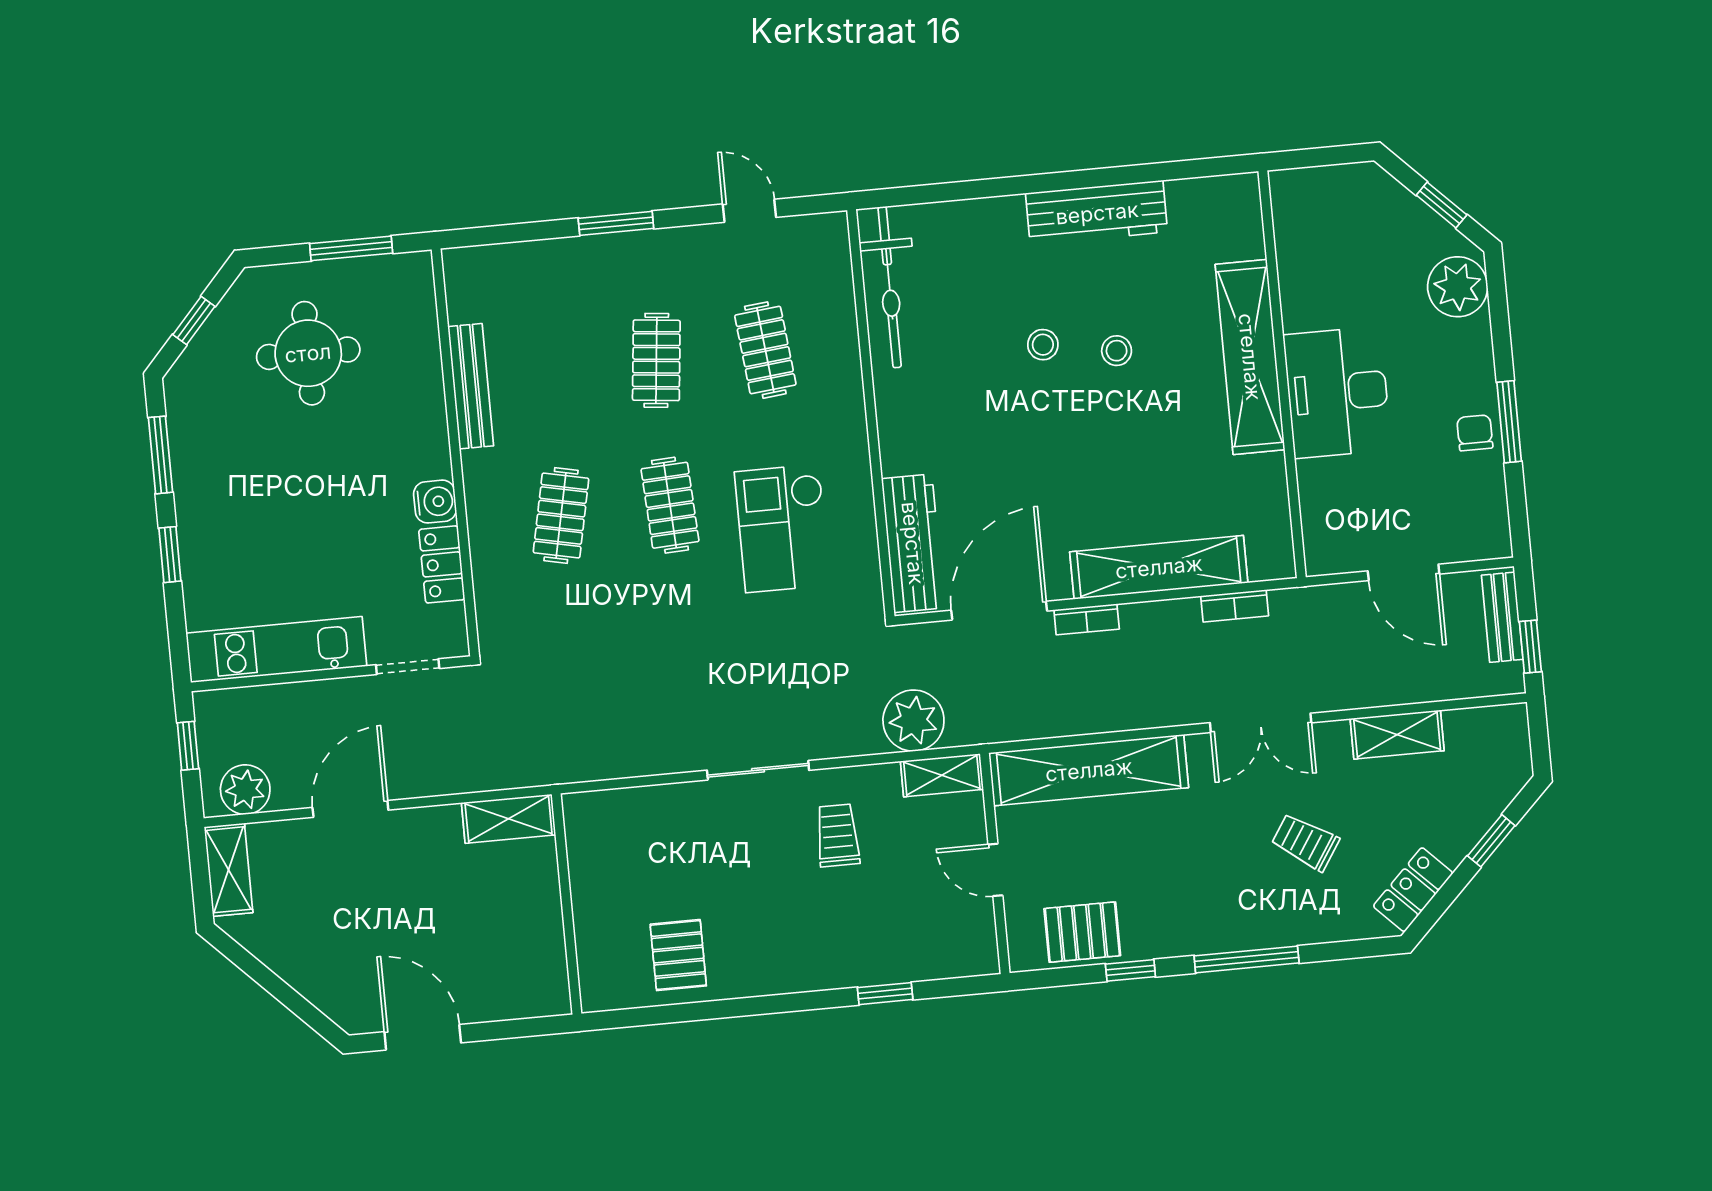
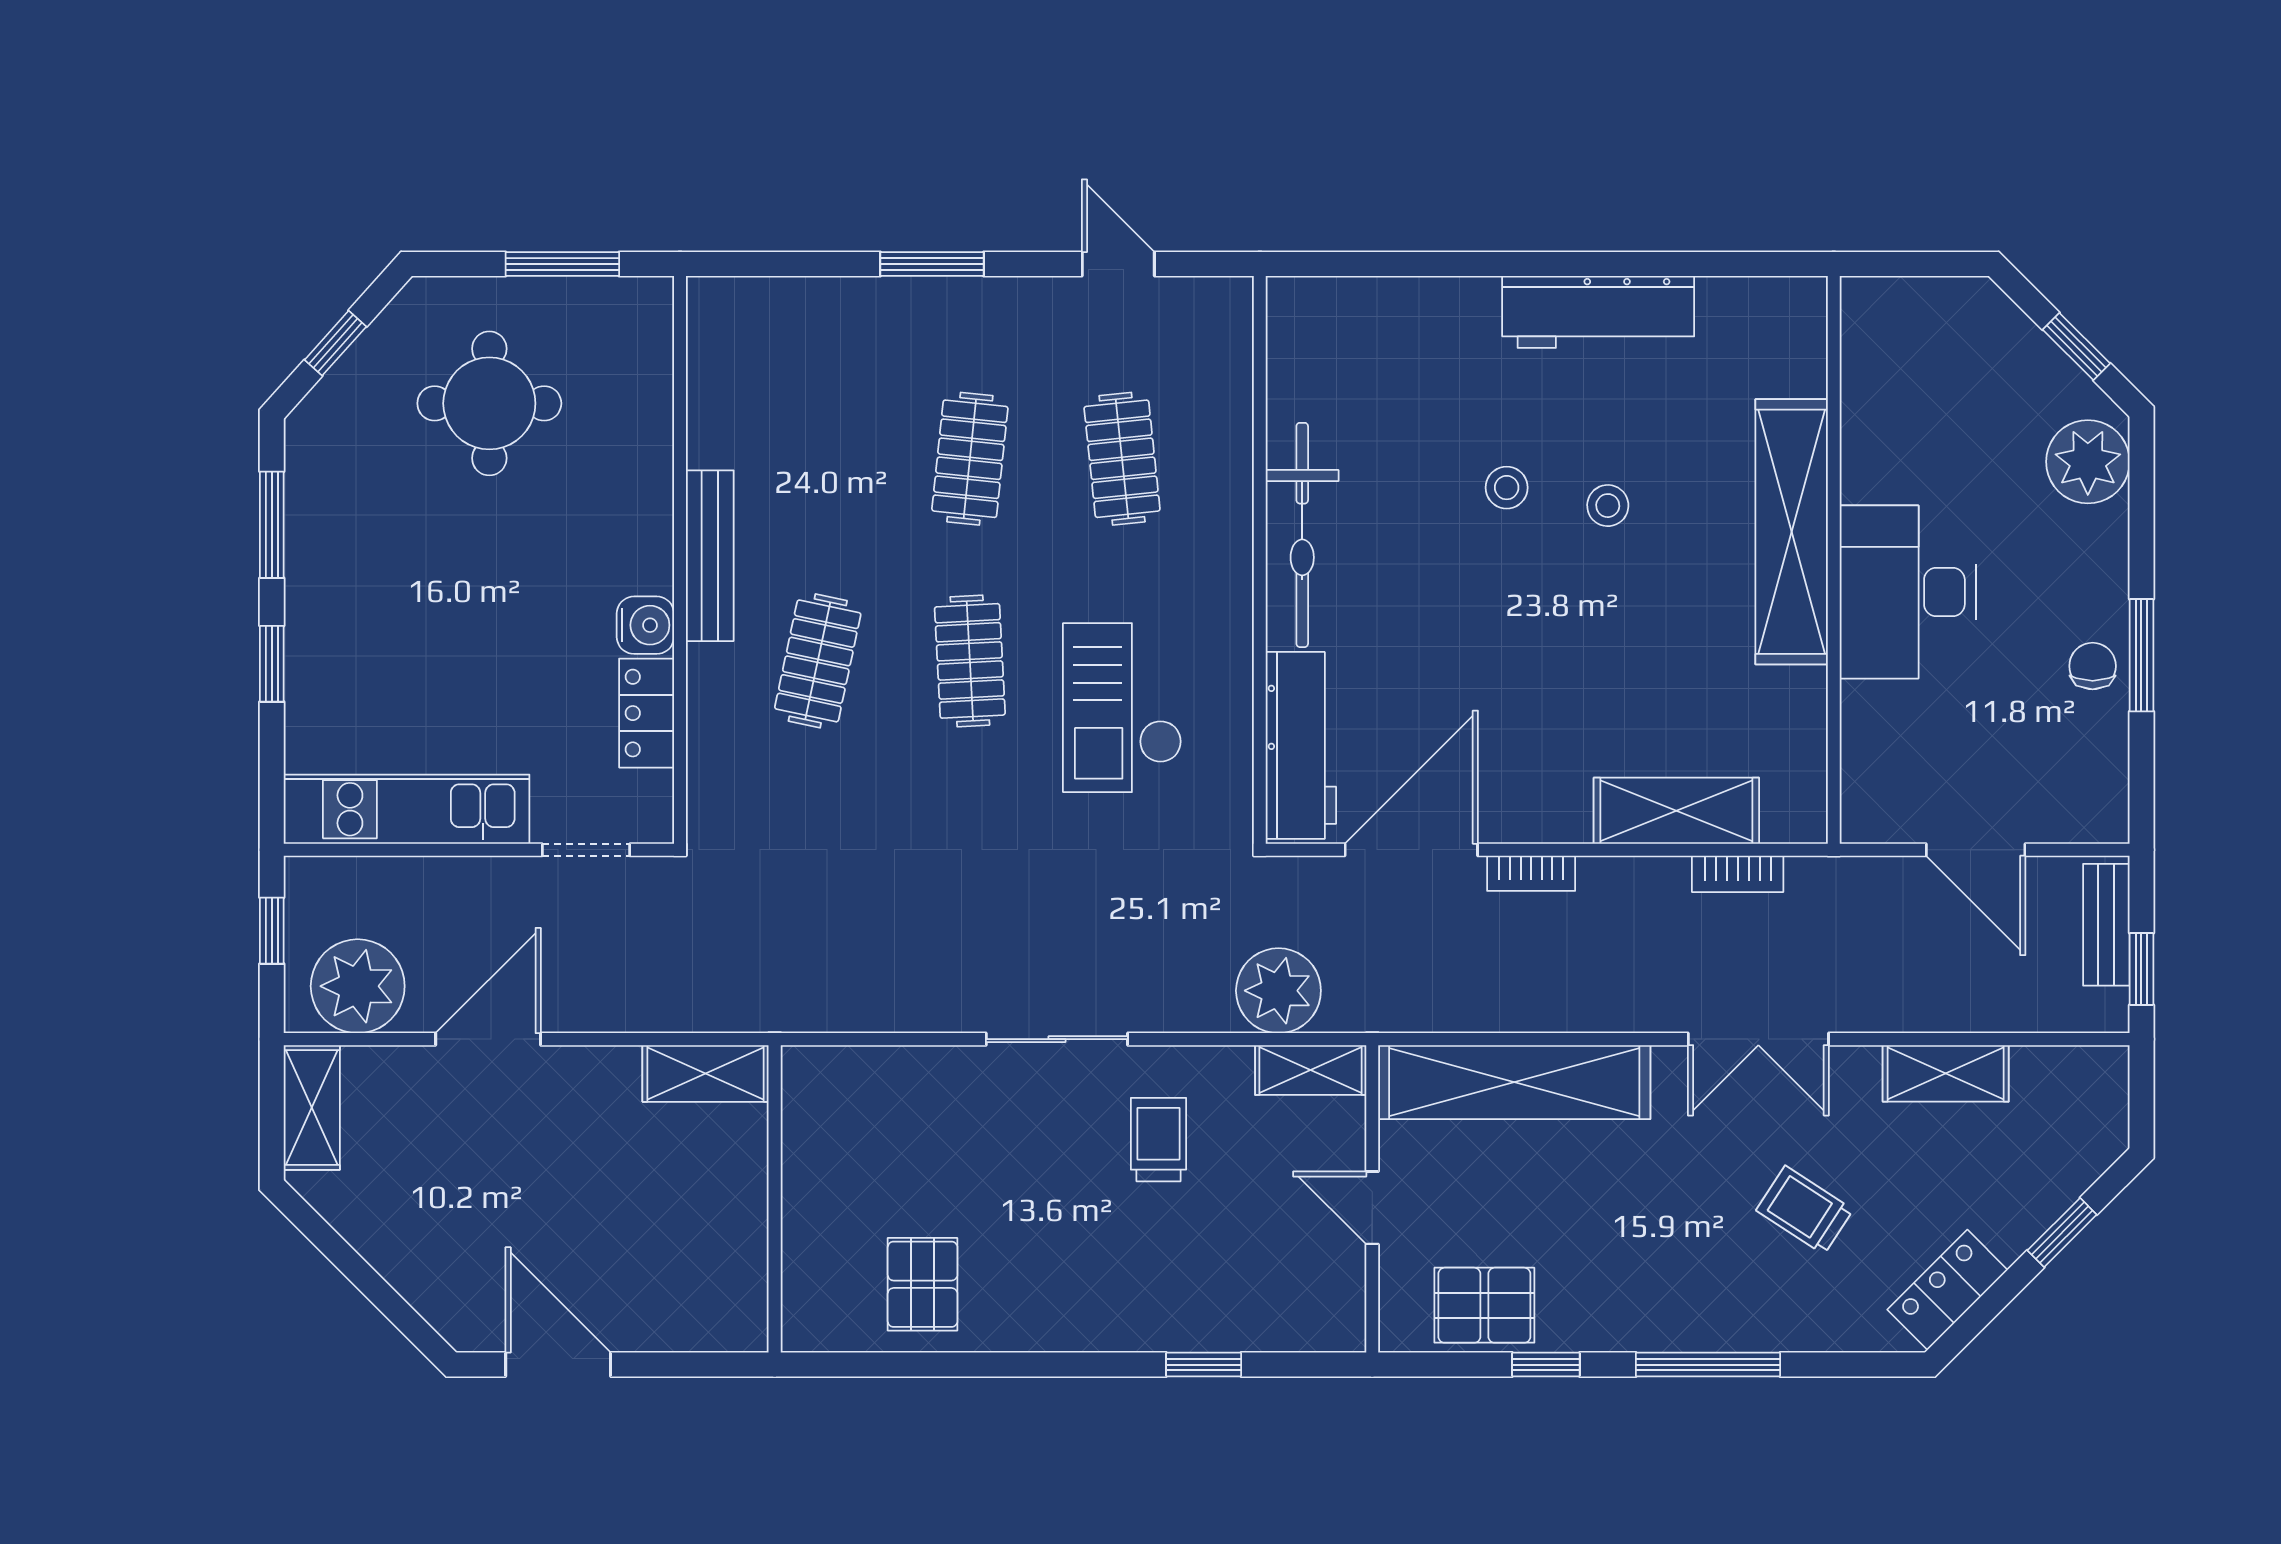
bicycle: (890, 287) -> (1302, 535), moved
bench: (471, 386) -> (710, 556), moved
shelving: (1159, 567) -> (1676, 811), width x0.68
plant: (245, 790) -> (358, 986), width x1.36, depth x1.36

